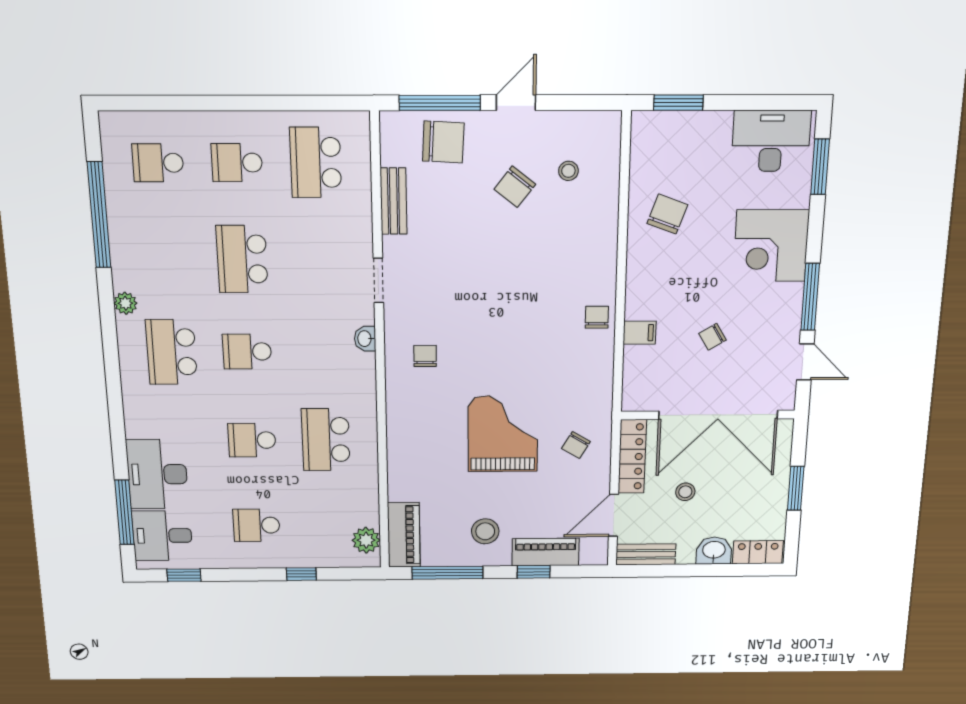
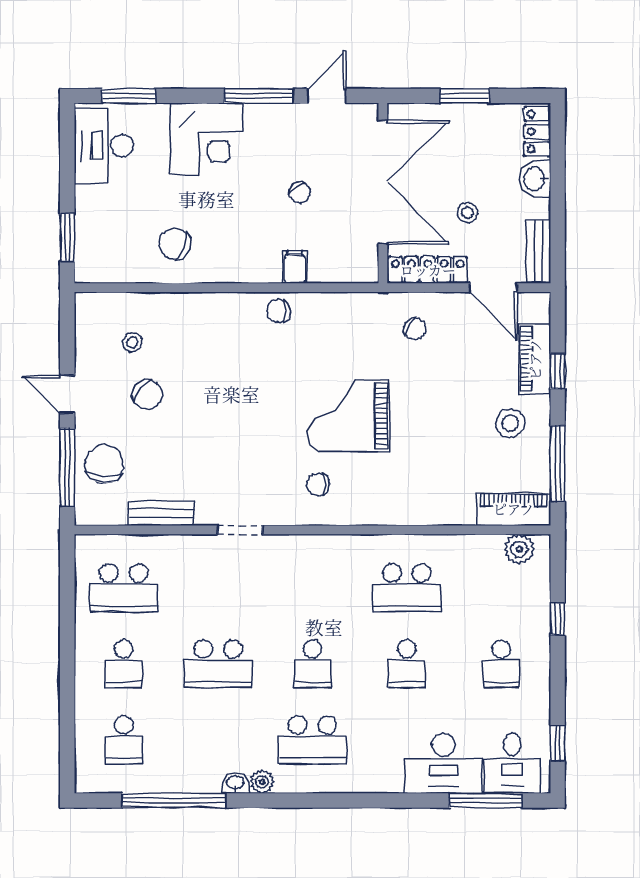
washbasin: (365, 339) -> (235, 783), moved, turned 180
grand piano: (503, 434) -> (348, 416), moved

